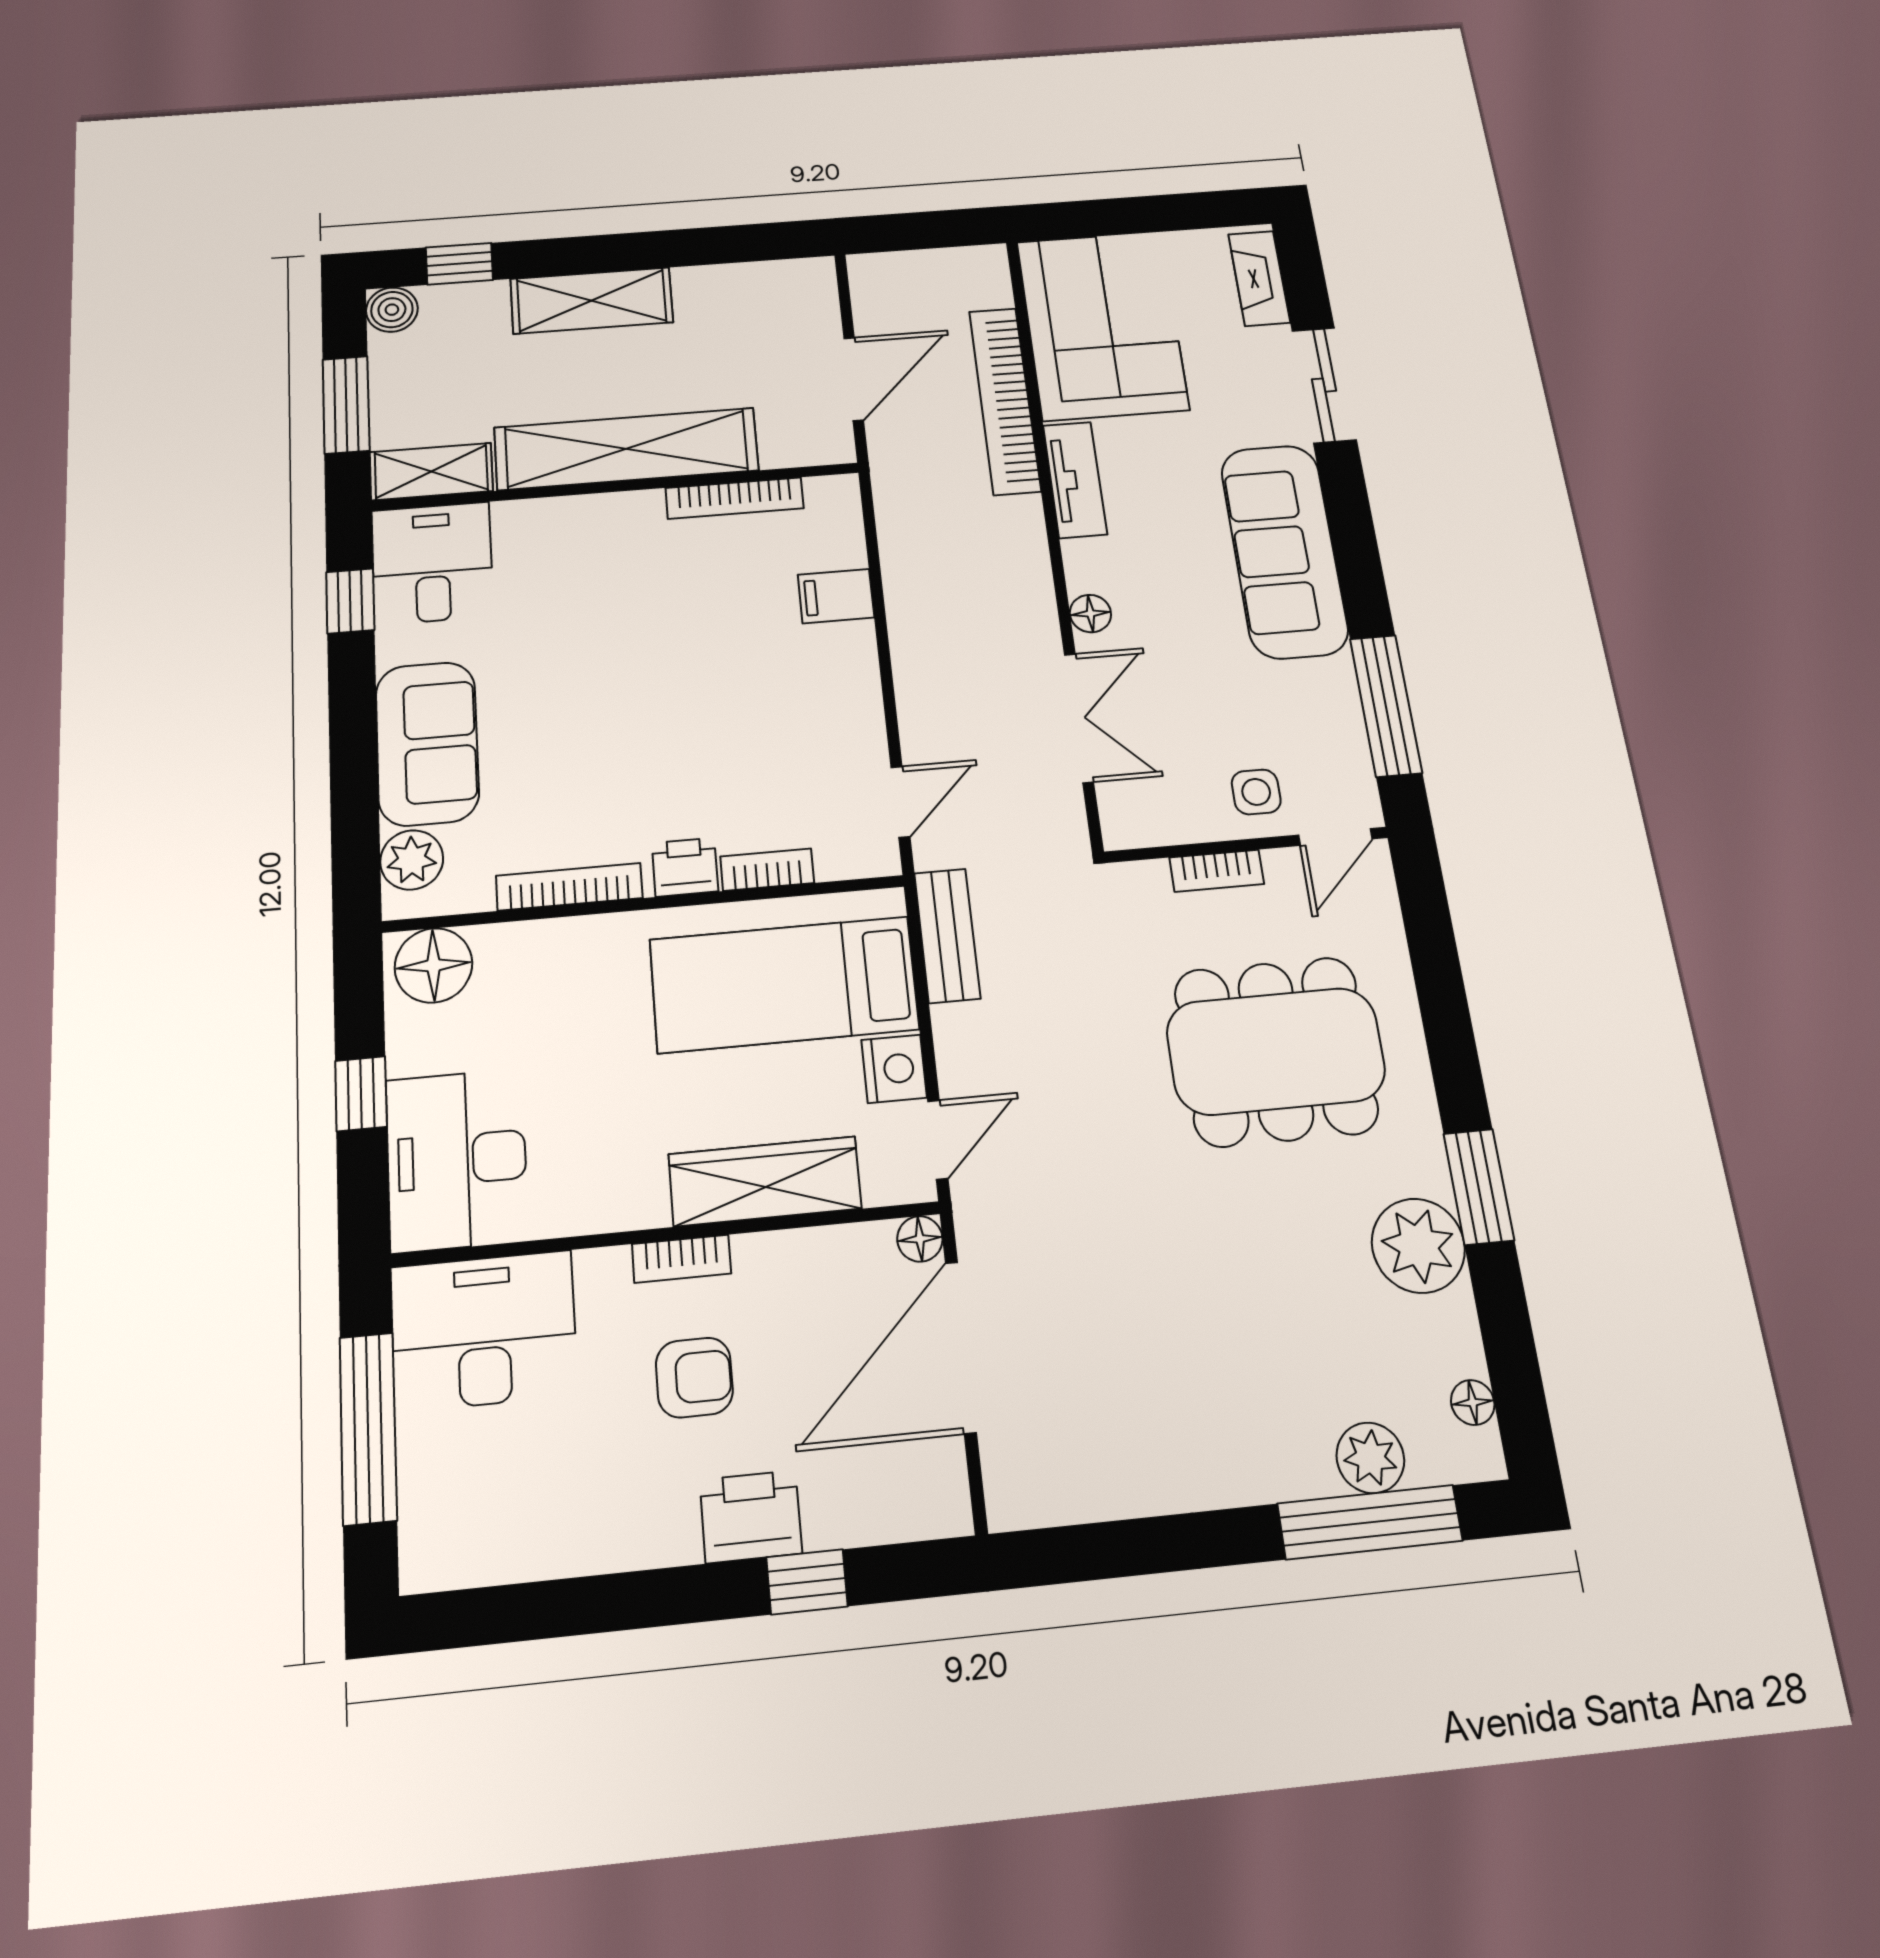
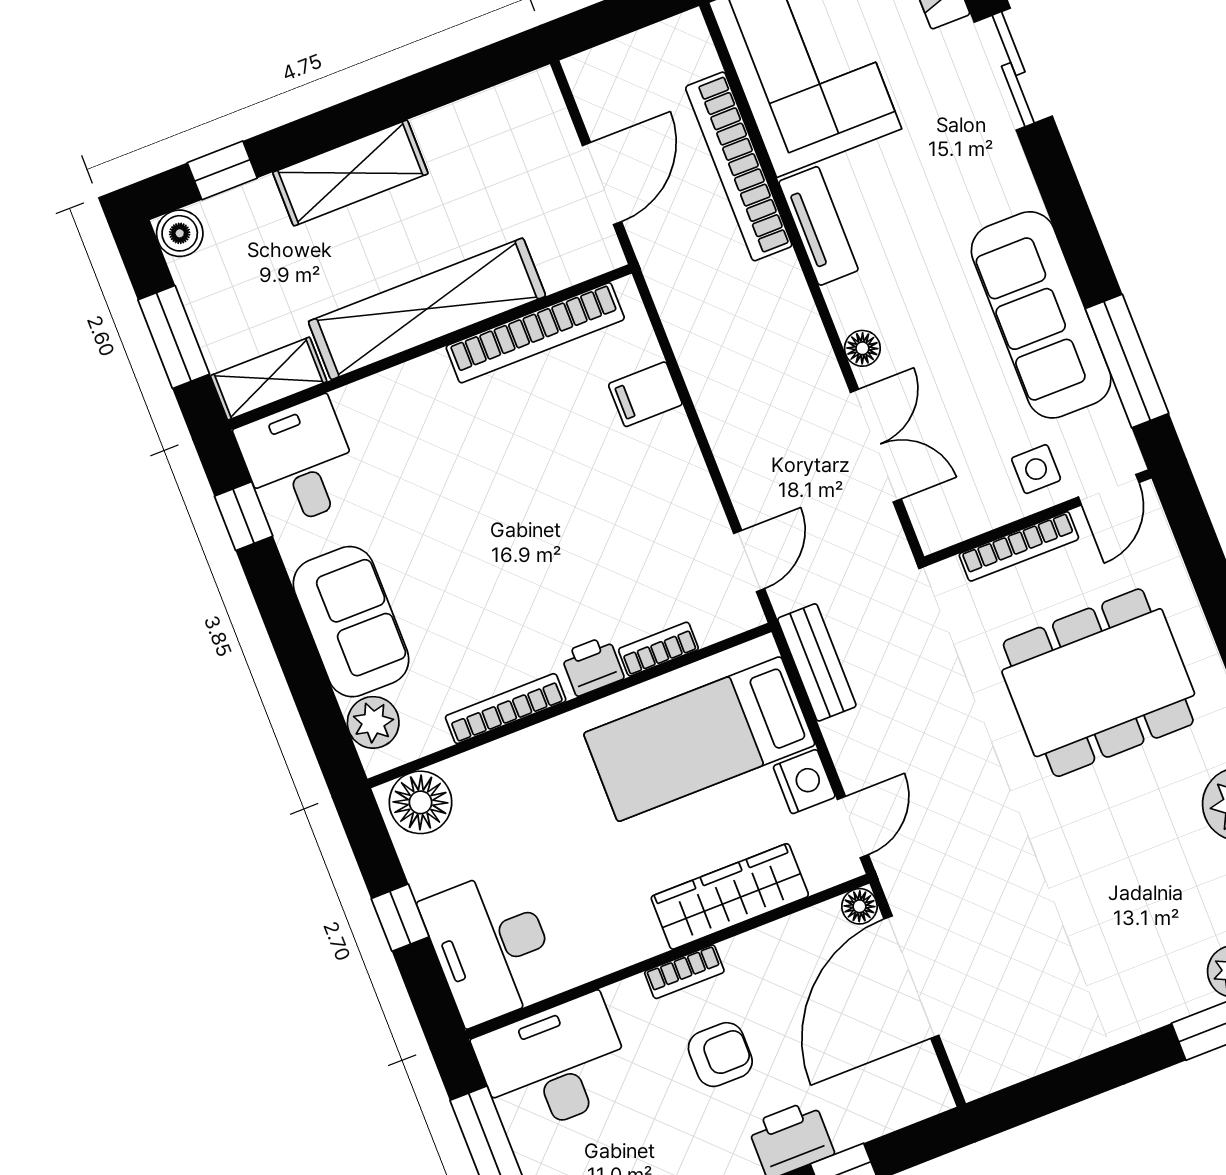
bookcase: (735, 498) -> (535, 333), width x1.48, depth x1.31
sofa: (1284, 551) -> (1041, 315), moved
bookcase: (1217, 871) -> (1019, 546), width x1.56

